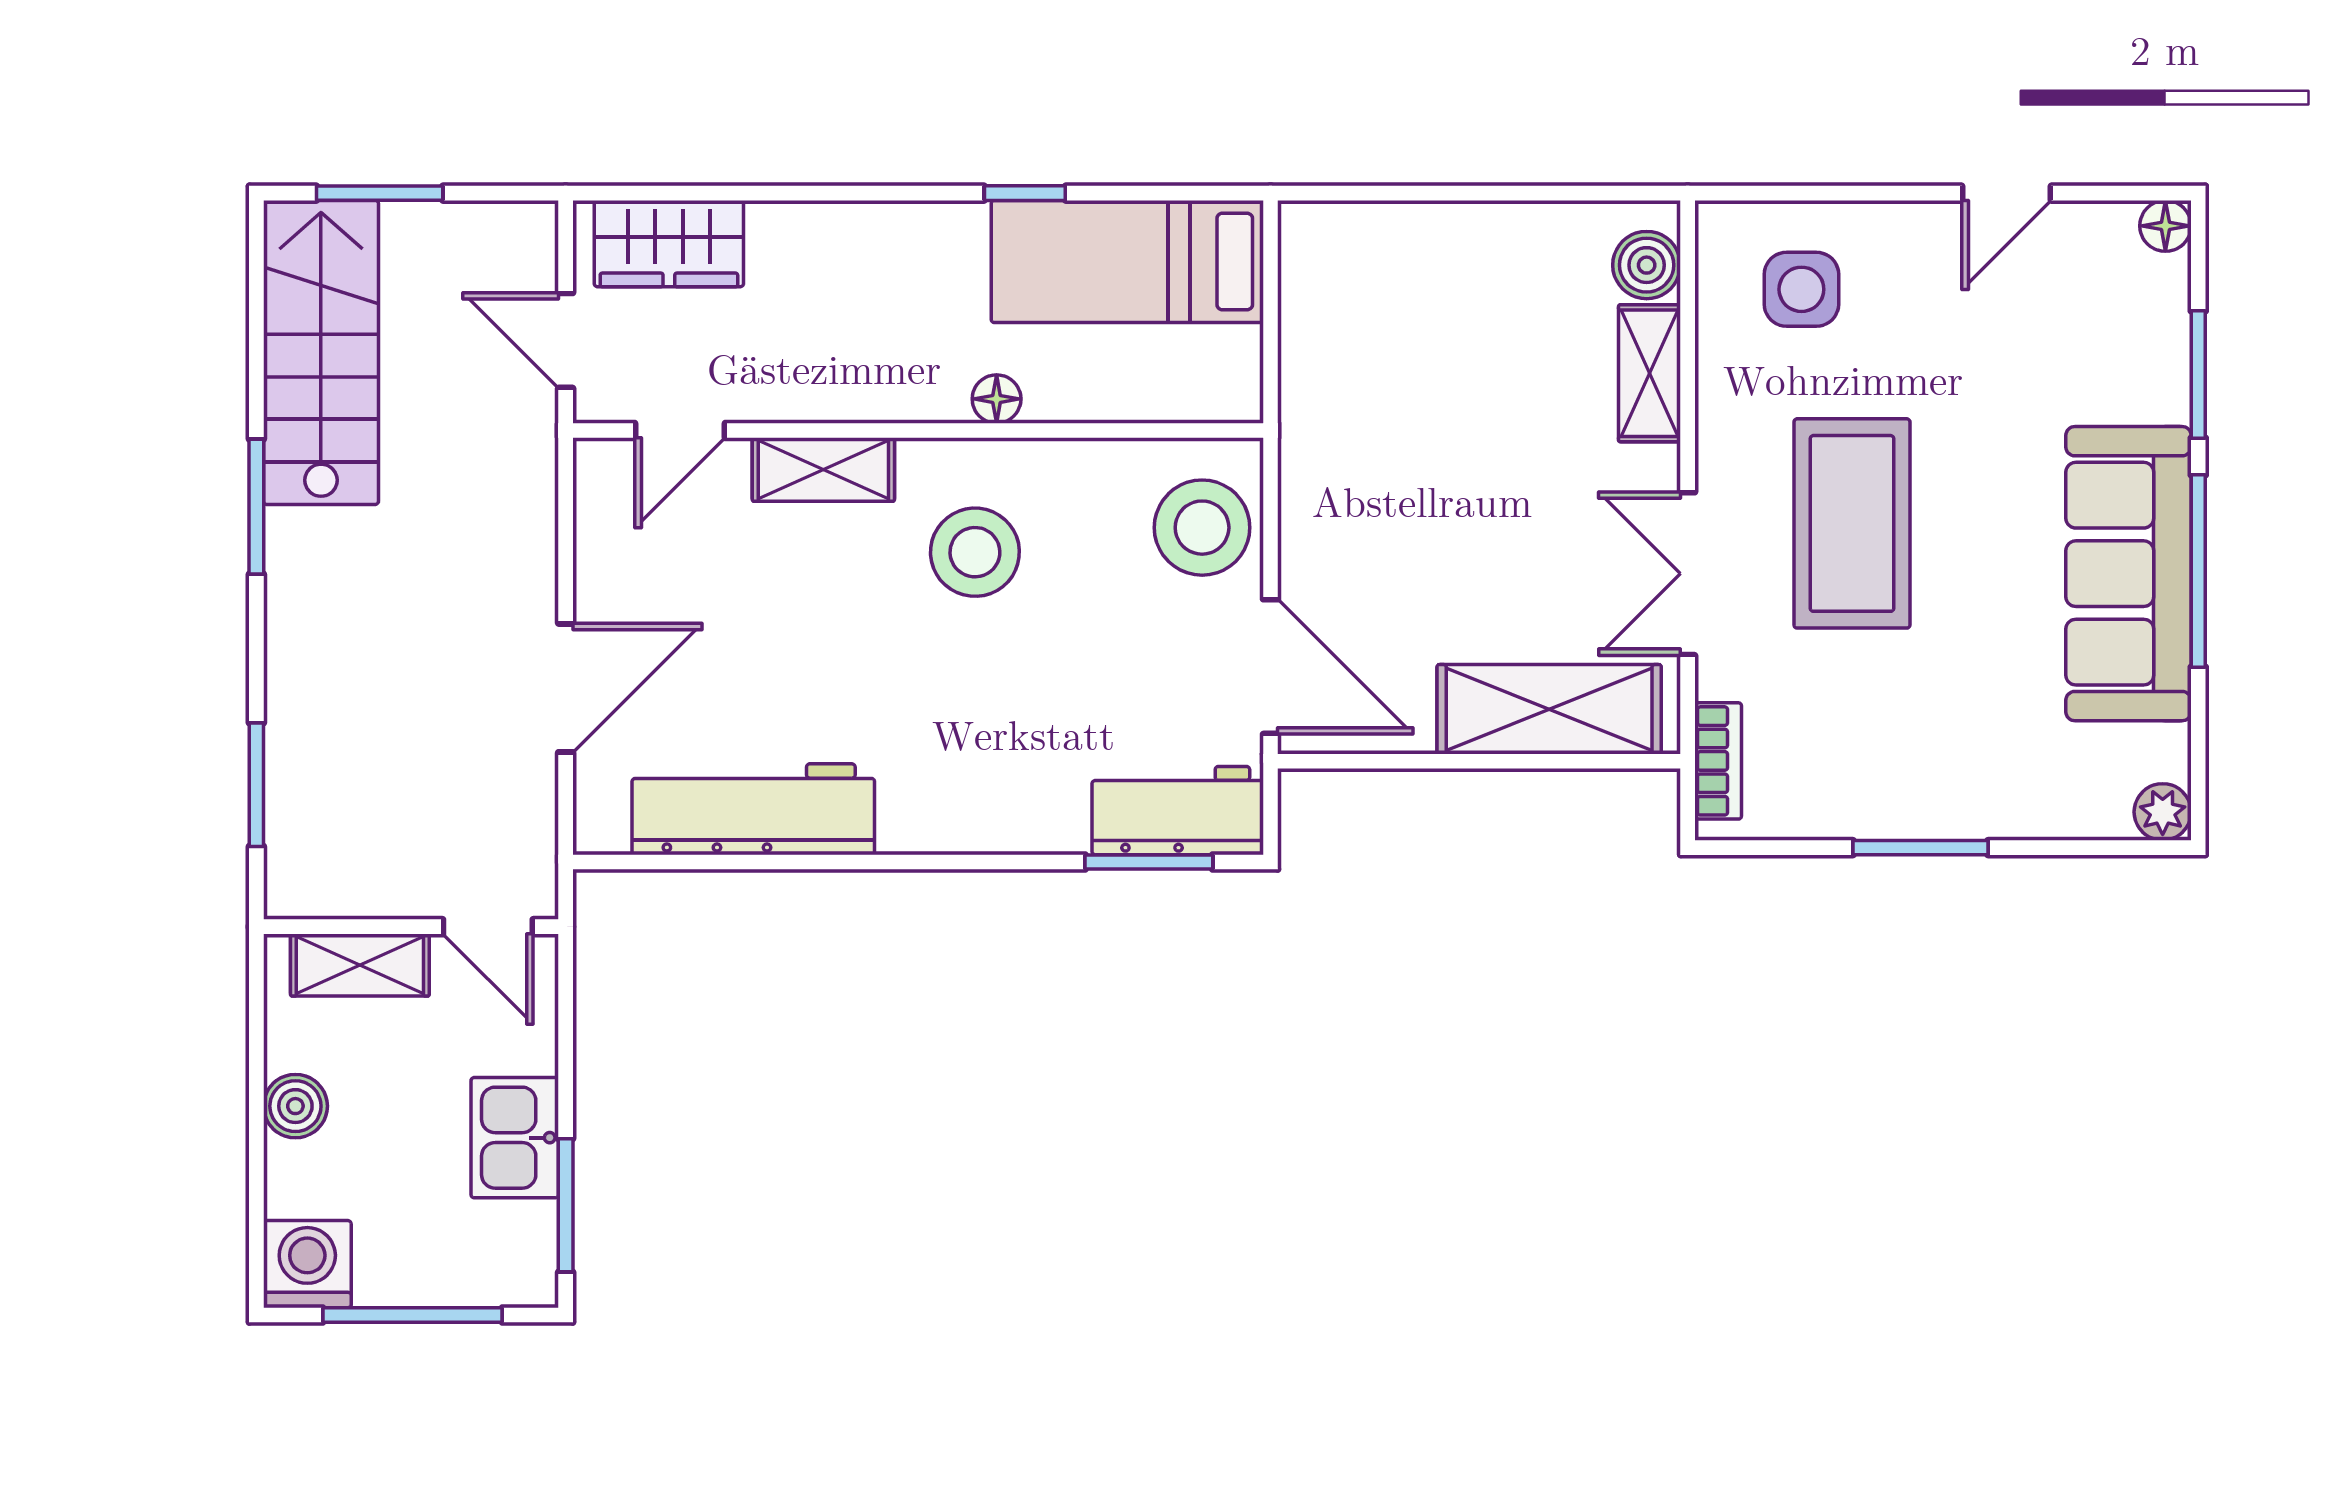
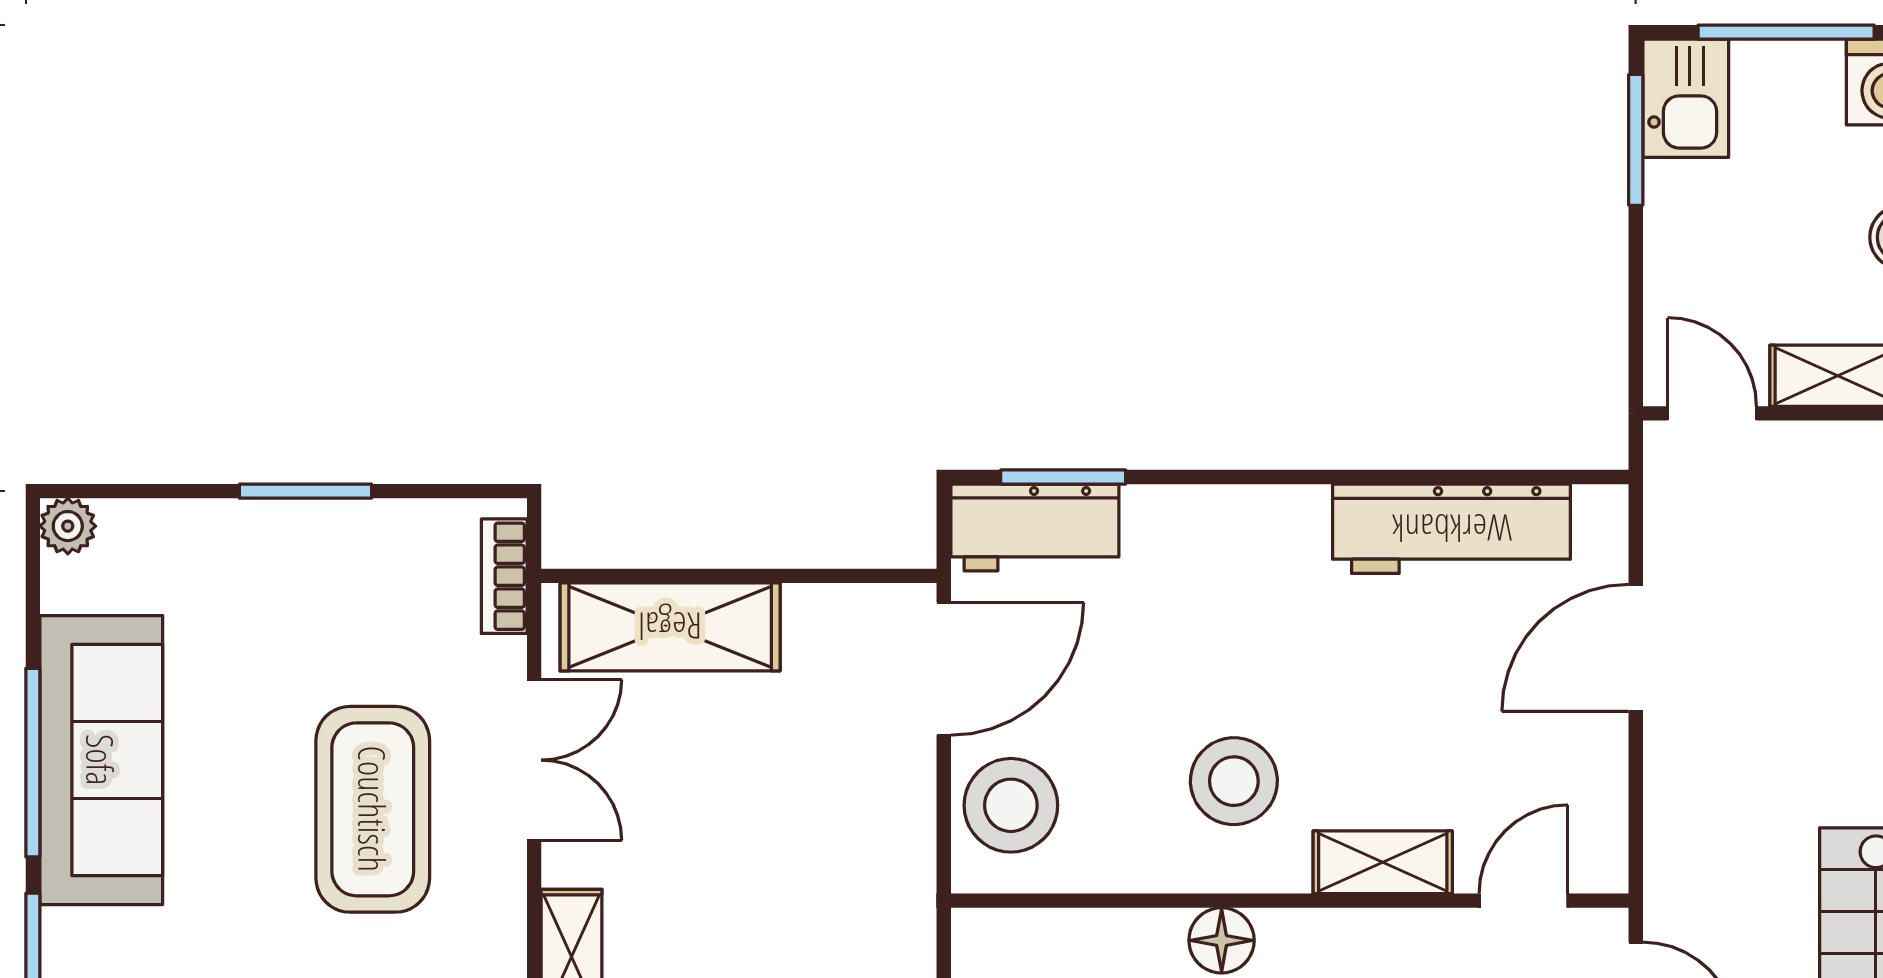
floor lamp: (997, 399) -> (1222, 940), width x1.37, depth x1.37
door: (1270, 667) -> (944, 669), swing flipped
kitchen sink: (515, 1138) -> (1686, 98), moved

